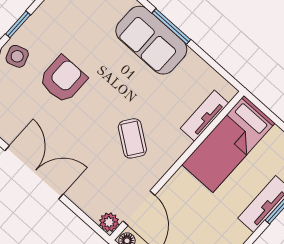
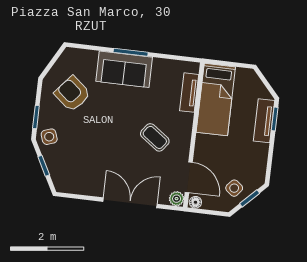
armchair: (63, 79) -> (72, 94), moved, turned -50
double door: (34, 172) -> (130, 203), moved

